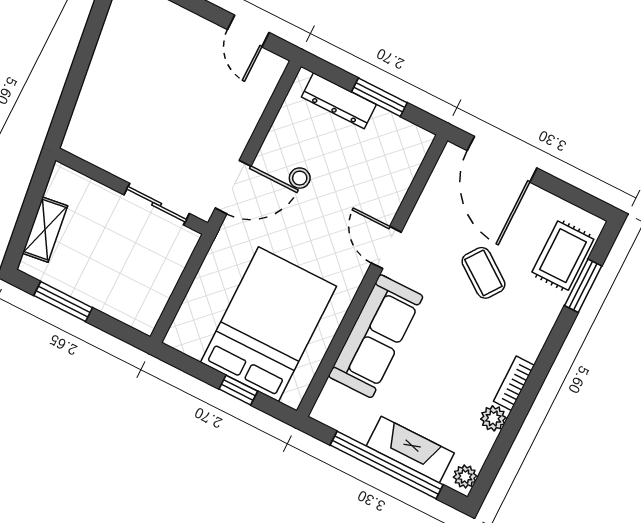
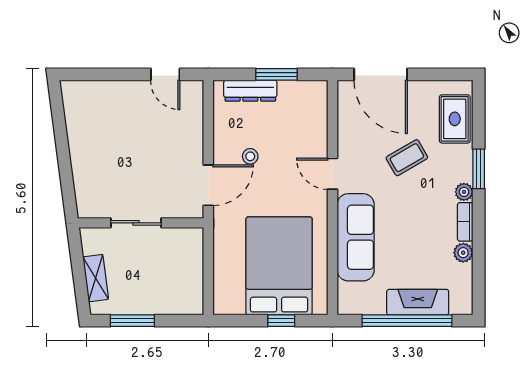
sliding door: (157, 204) -> (136, 223), moved
coffee table: (483, 273) -> (407, 158), turned -66
window: (583, 286) -> (479, 169), moved
plant: (465, 477) -> (464, 192), moved

